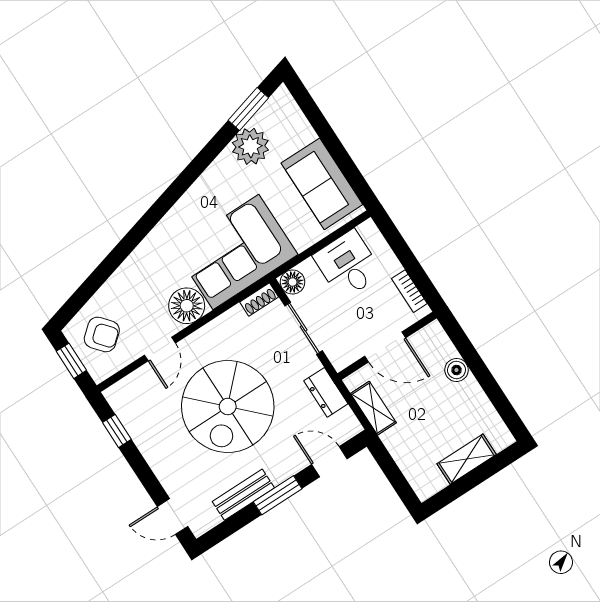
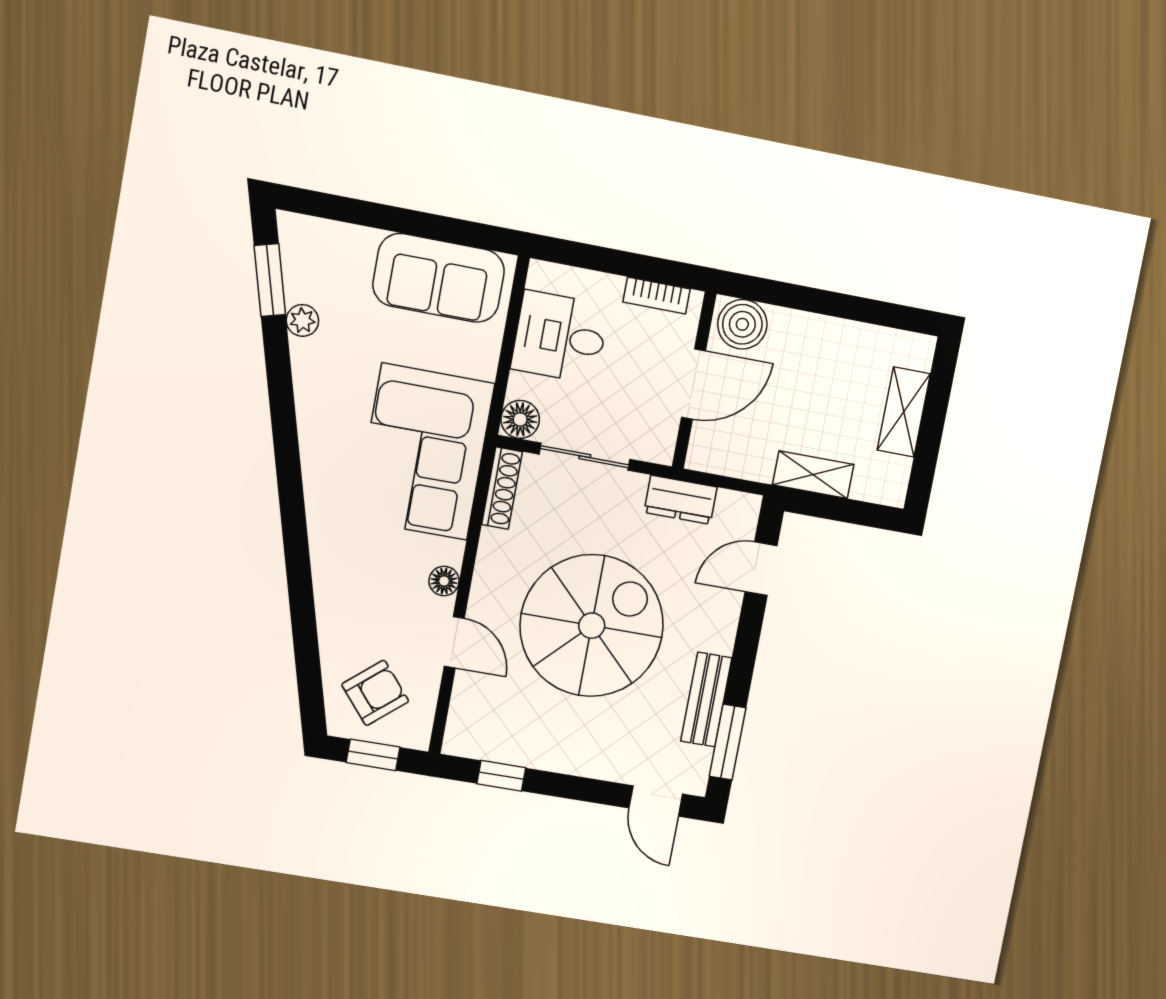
plant: (250, 146) -> (302, 320), width x0.53, depth x0.53
shoe rack: (259, 299) -> (502, 488), width x1.43
floor lamp: (187, 306) -> (444, 581), width x0.53, depth x0.53
boiler: (456, 370) -> (742, 324), moved, width x1.36, depth x1.36
spiral stairs: (228, 406) -> (592, 626), turned -90
shelving: (373, 408) -> (813, 475), moved
window: (278, 495) -> (728, 742), moved
door: (173, 517) -> (656, 801), hinge flipped

